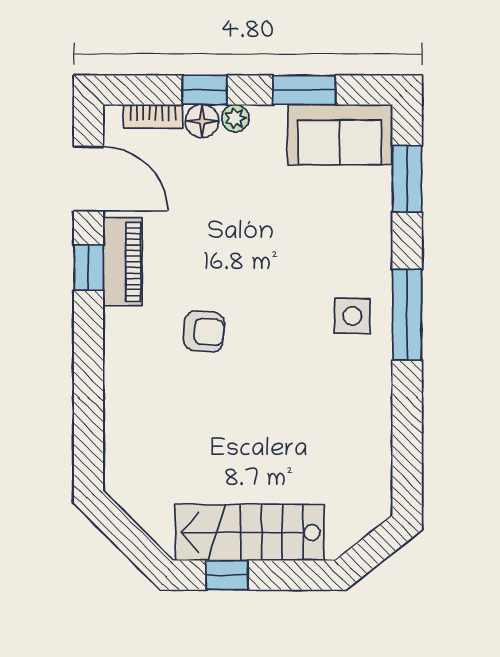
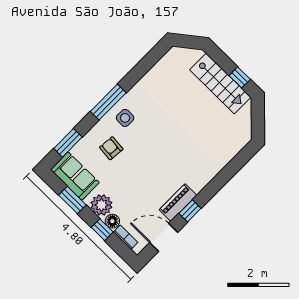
plant: (235, 118) -> (101, 205), width x1.88, depth x1.88
door: (88, 179) -> (164, 237), hinge flipped
armchair: (204, 331) -> (111, 148), moved

